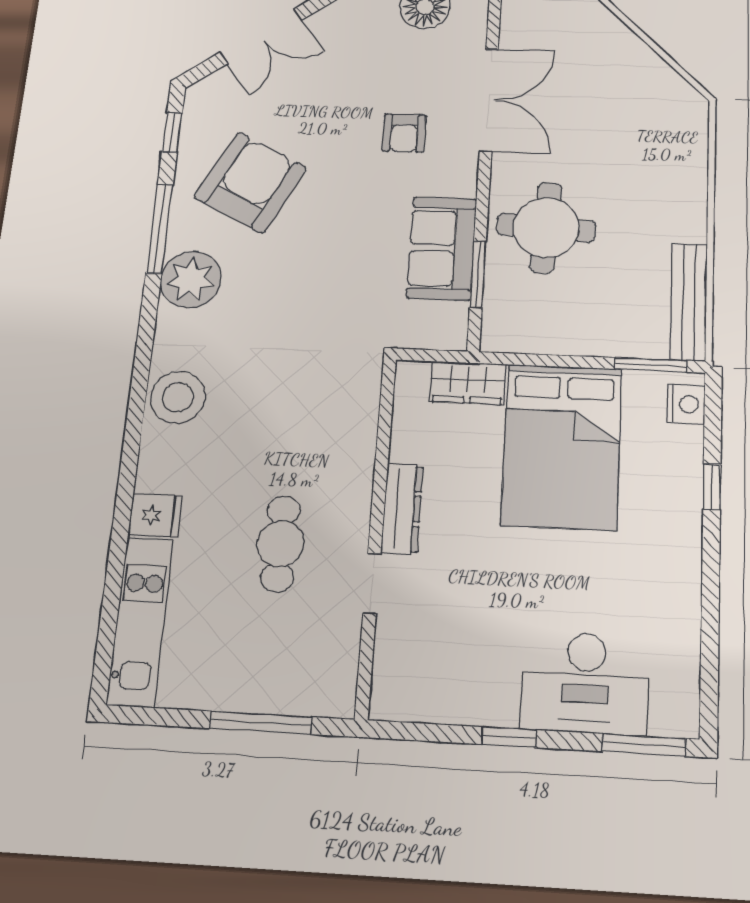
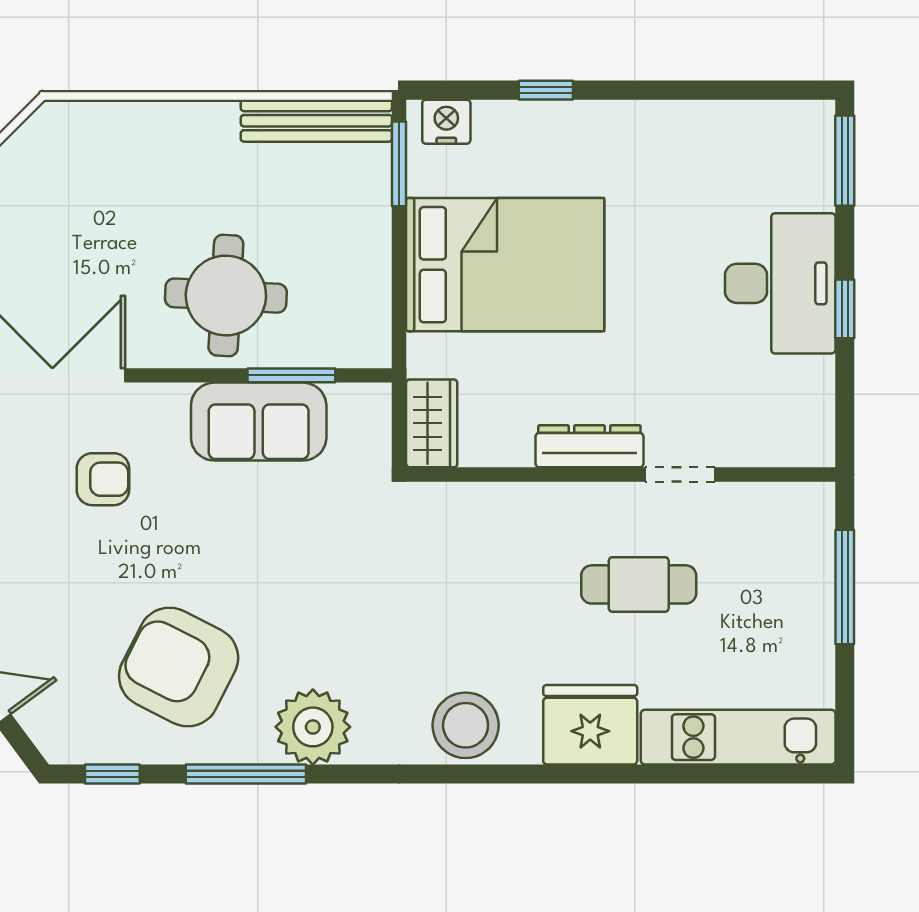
wardrobe: (468, 383) -> (432, 423), moved
fridge: (155, 515) -> (590, 725), width x1.88, depth x1.34
desk: (585, 683) -> (780, 283), moved

